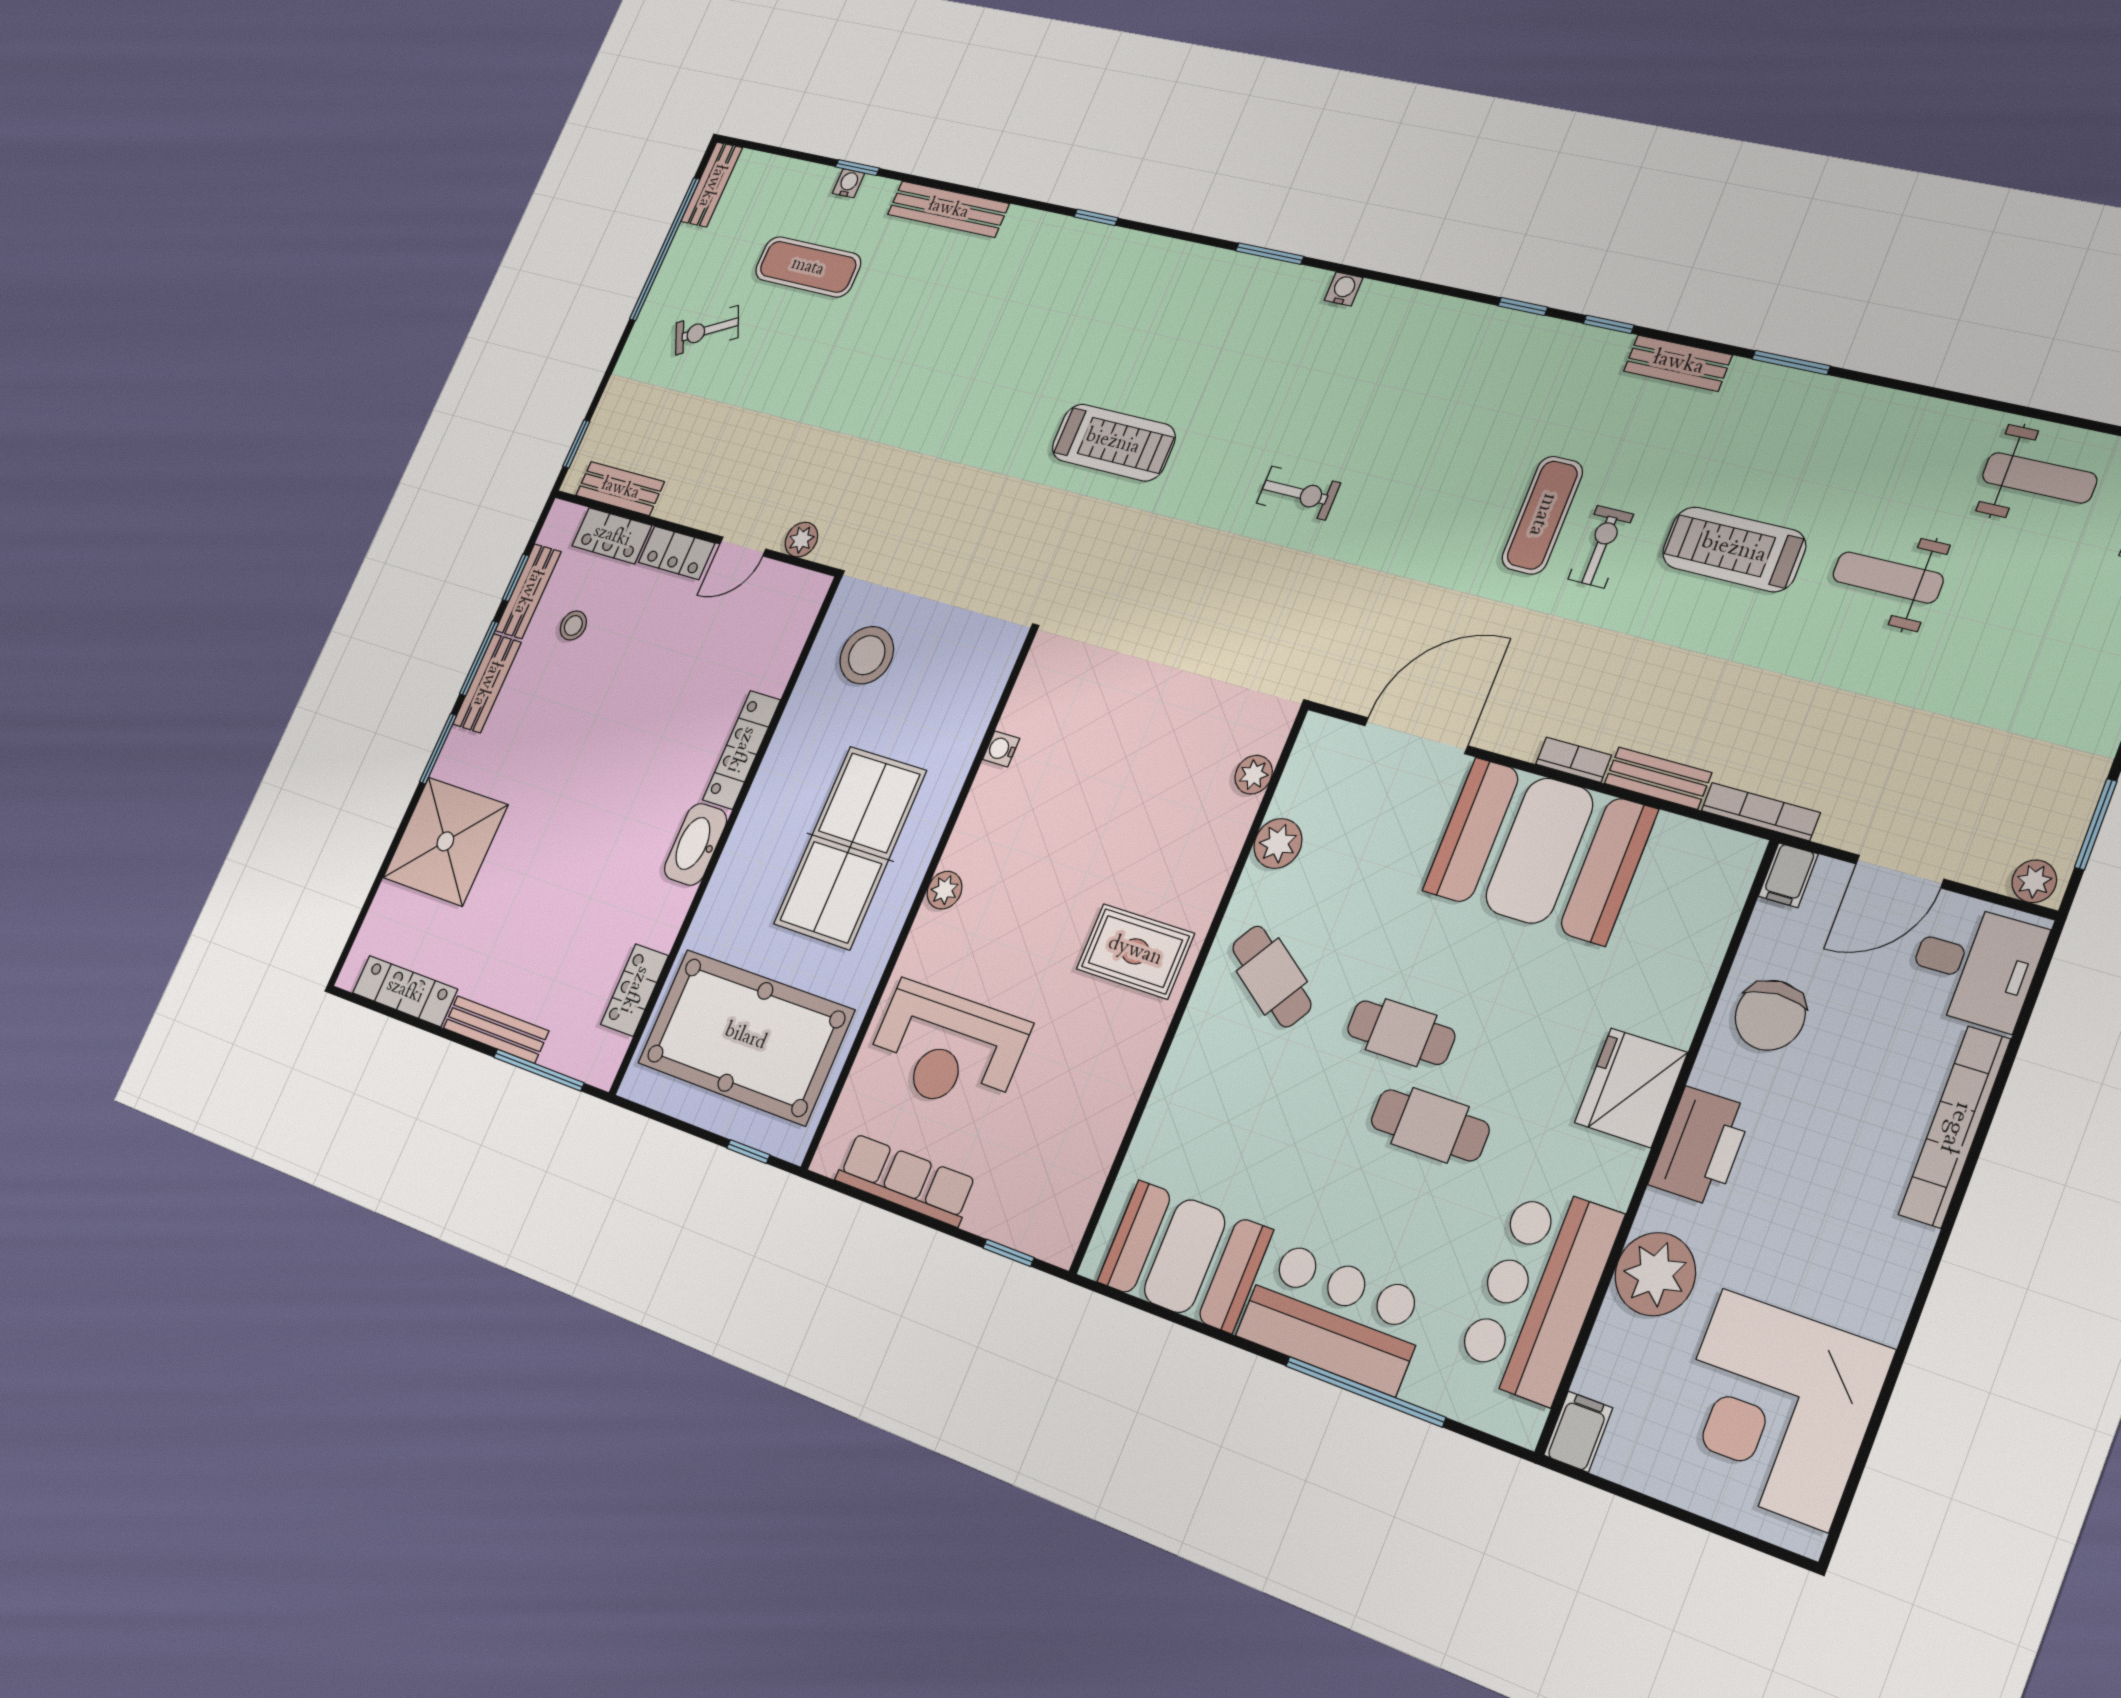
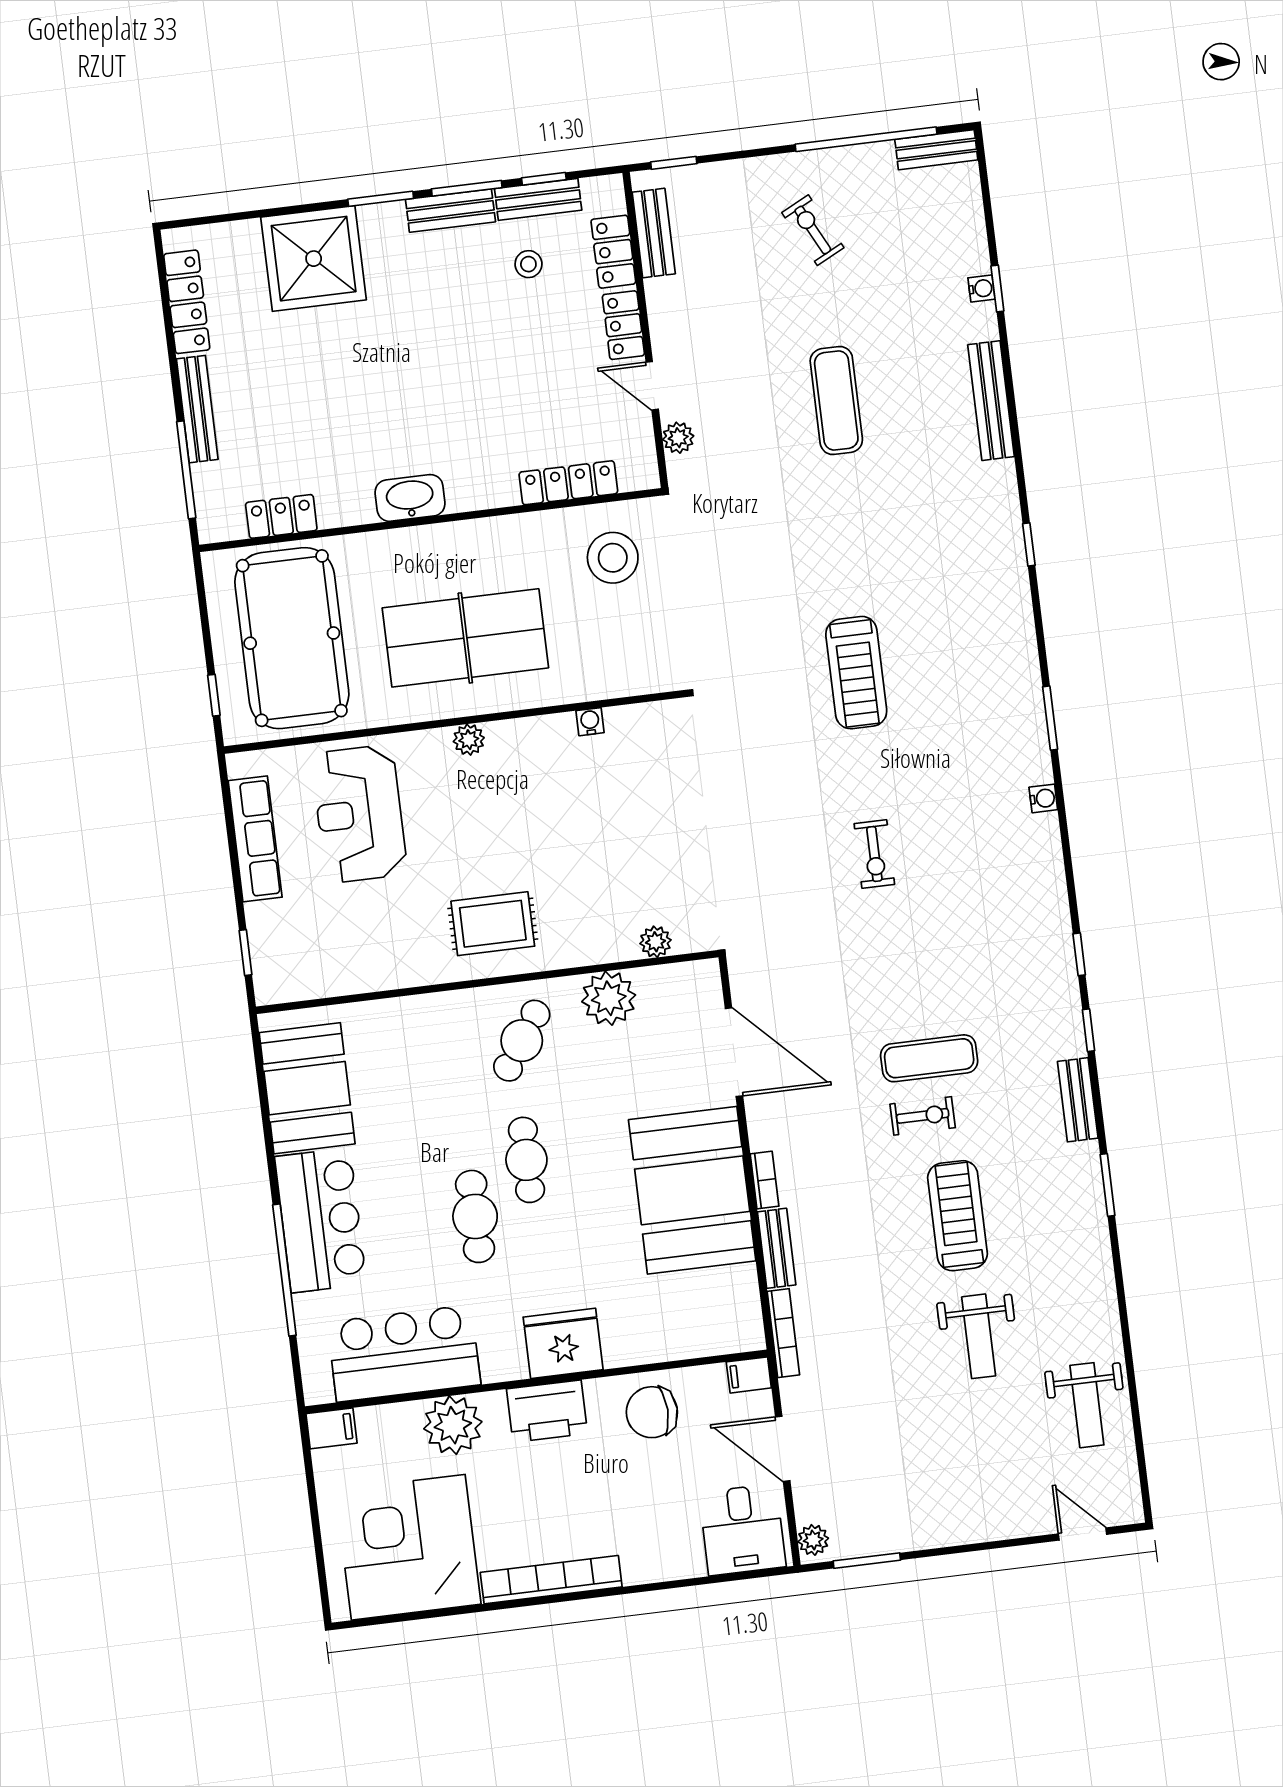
exercise mat: (808, 267) -> (836, 401), moved
weight bench: (1888, 577) -> (979, 1336), turned 180
locker: (741, 750) -> (568, 483), moved
plant: (1278, 843) -> (609, 998), width x1.36, depth x1.36
rug: (1135, 951) -> (493, 924), turned 90
bookcase: (1955, 1127) -> (551, 1580), moved

